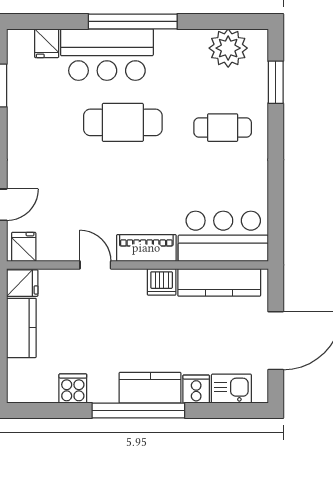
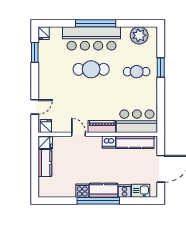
fridge: (47, 43) -> (44, 33), moved
bar counter: (107, 55) -> (92, 38), width x1.36
window: (276, 82) -> (161, 67), moved
cooker: (73, 389) -> (82, 191), moved

